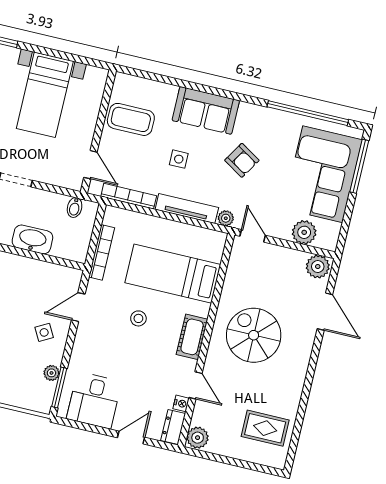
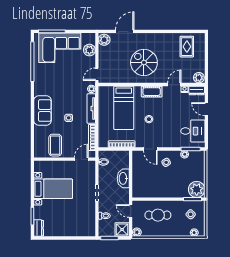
armchair: (242, 160) -> (62, 88), removed
spiral stairs: (254, 335) -> (144, 63), turned 90

